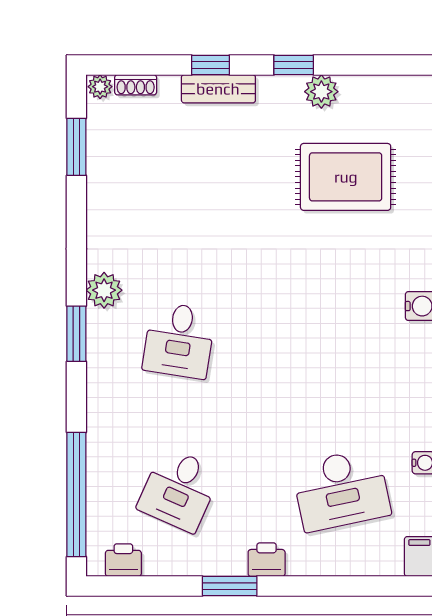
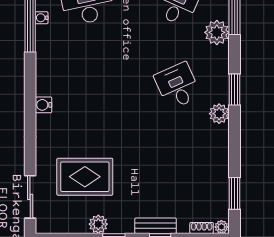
desk: (179, 340) -> (177, 86), turned -33
plant: (108, 436) -> (217, 32), added

